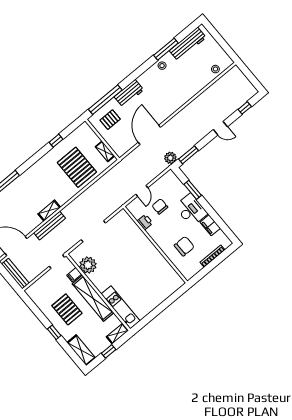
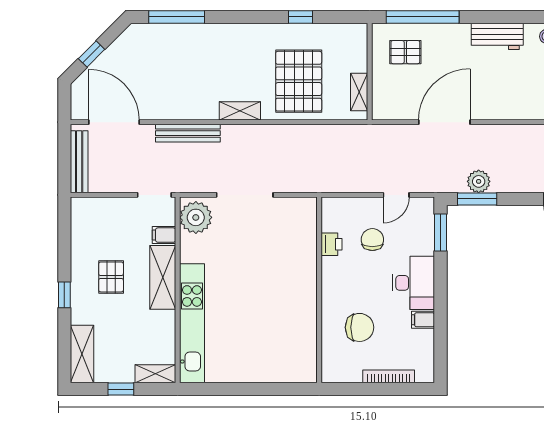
workbench: (129, 93) -> (497, 36), moved
plant: (170, 158) -> (479, 181), moved
window: (193, 190) -> (440, 233), moved
door: (142, 191) -> (396, 195), moved
shelving: (49, 211) -> (240, 111), moved
filing cabinet: (210, 225) -> (423, 320), width x0.50
plant: (88, 265) -> (196, 217), moved
shelving: (93, 298) -> (163, 277), width x0.68
kitchen unit: (121, 307) -> (192, 323), width x1.36
pallet: (67, 309) -> (111, 277), width x0.67, depth x0.71

